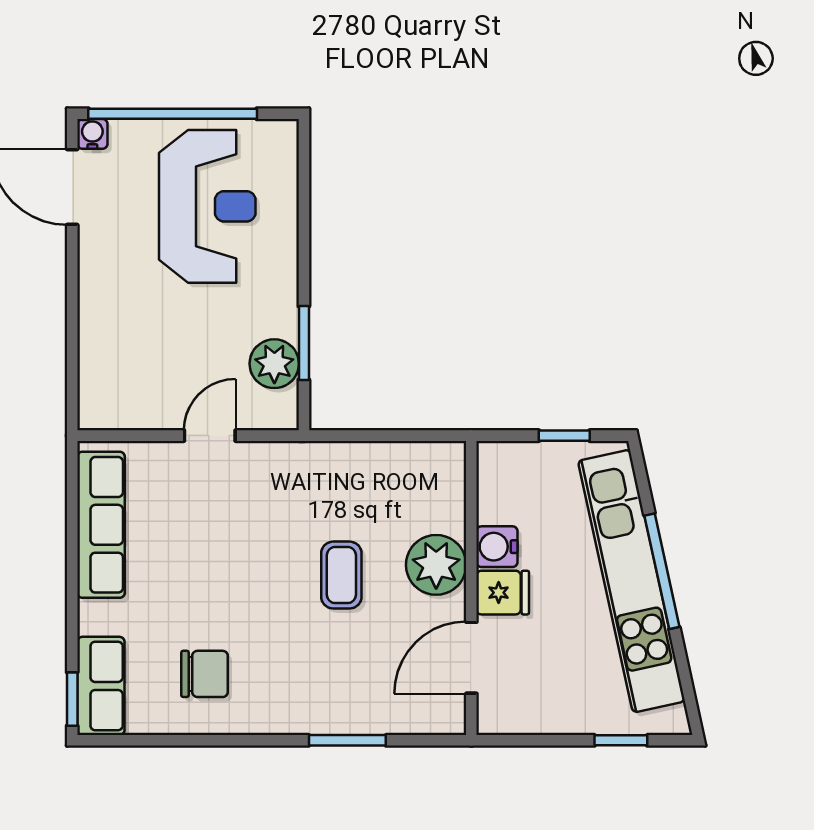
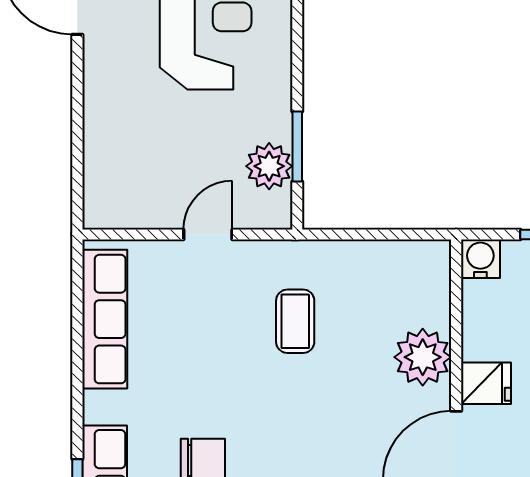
water cooler: (497, 547) -> (480, 259), moved, turned 90
coffee table: (341, 575) -> (295, 321), moved

